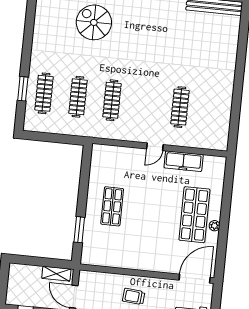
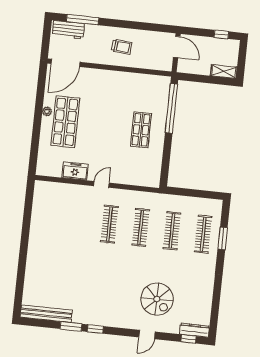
clothes rail: (180, 107) -> (109, 224), moved
freezer: (184, 161) -> (75, 171), width x0.71
window: (79, 230) -> (171, 108), width x2.11
shelving: (56, 274) -> (224, 71), moved

